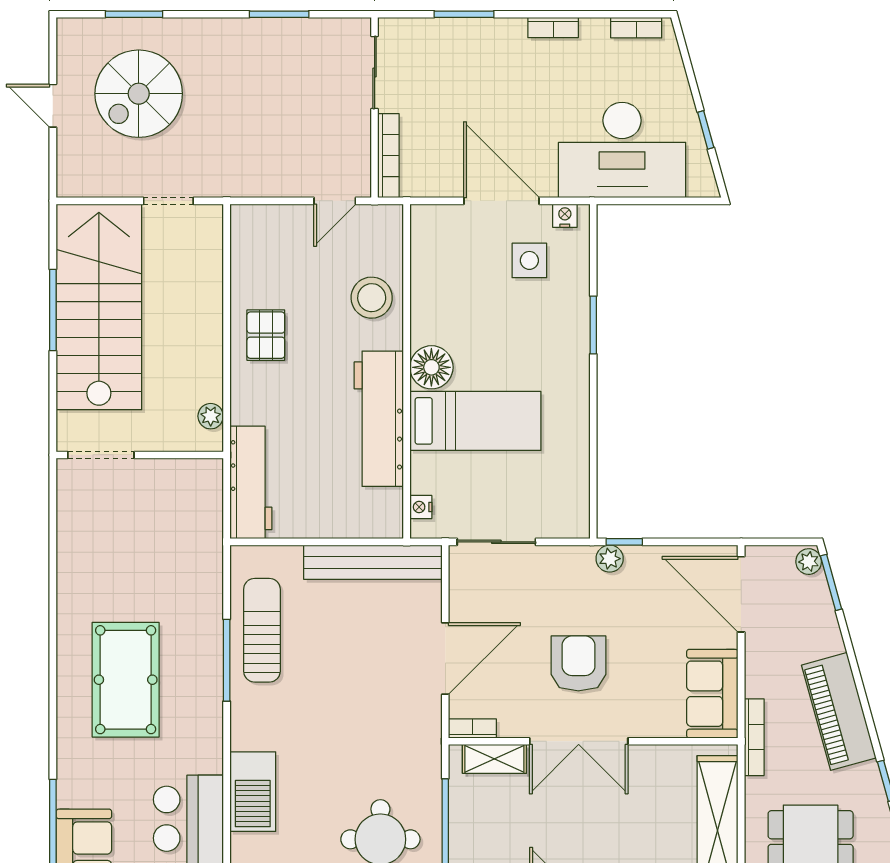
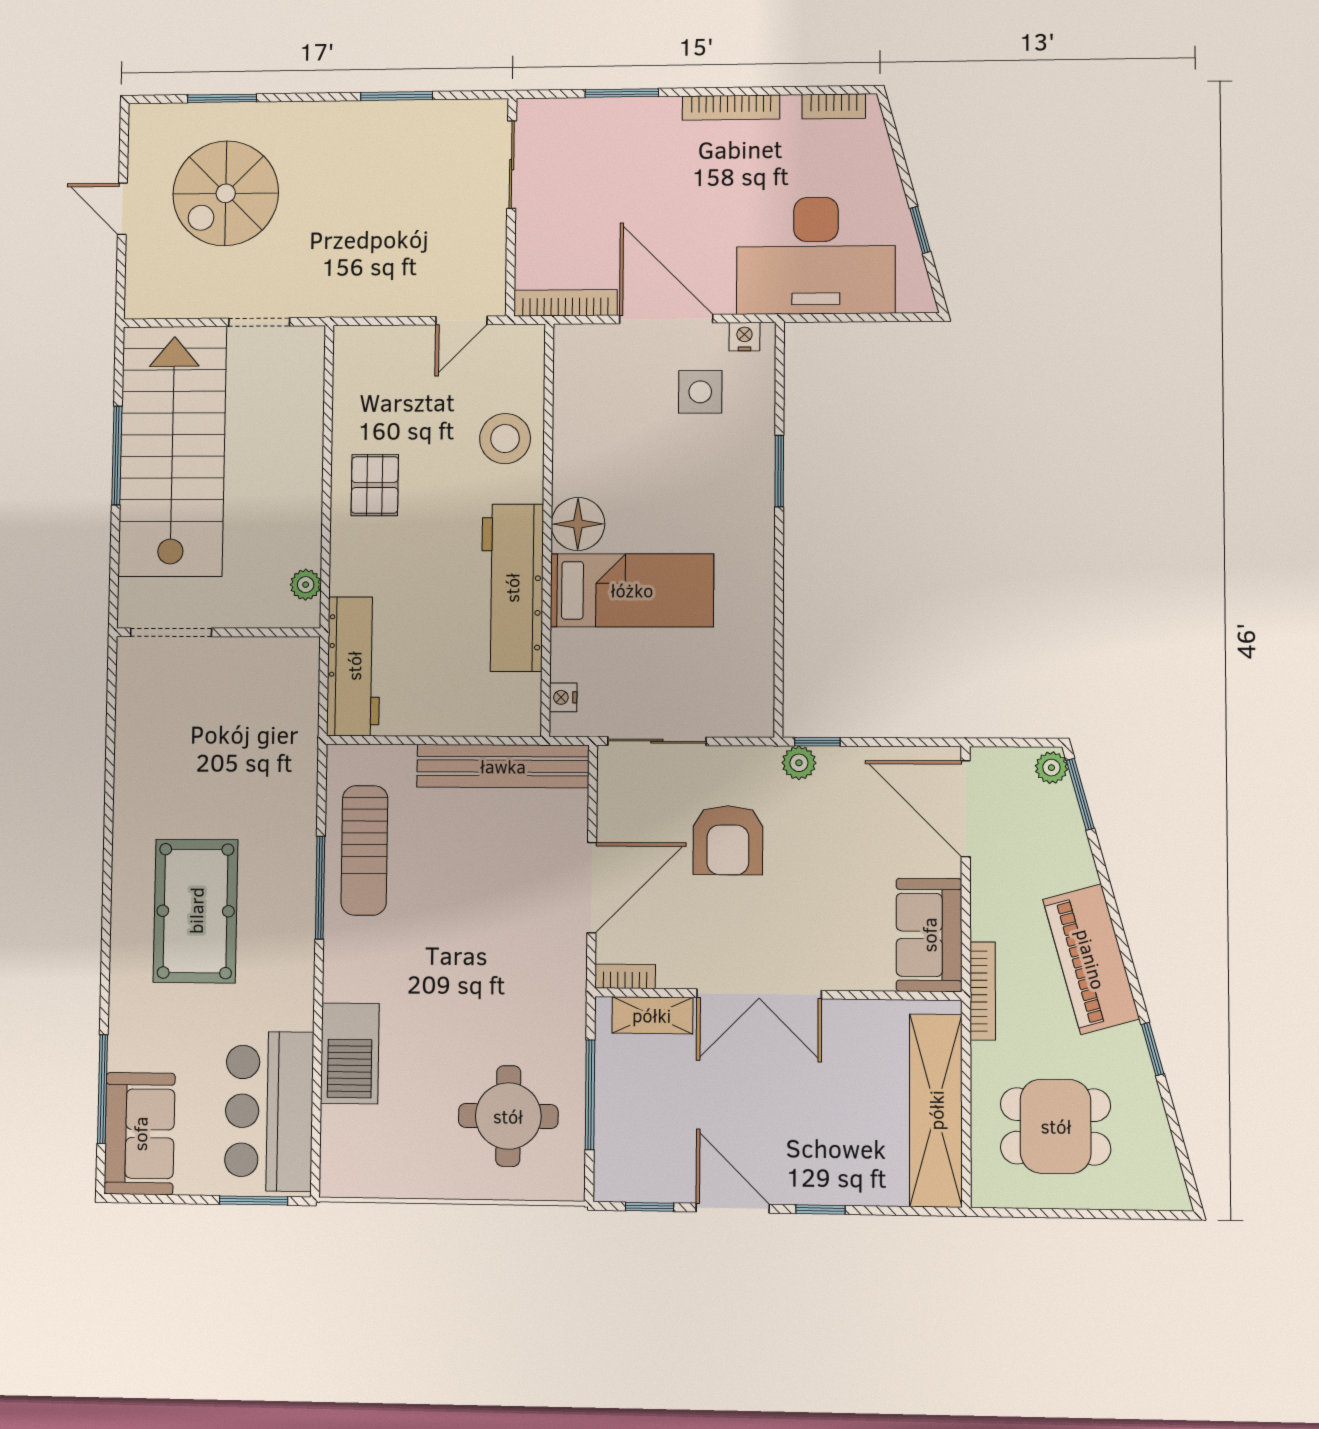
bookcase: (553, 28) -> (731, 108), width x1.56
bookcase: (388, 156) -> (566, 303), moved, turned -90
sun lounger: (262, 630) -> (364, 850), turned 180
armchair: (578, 663) -> (728, 840), moved, turned 180

